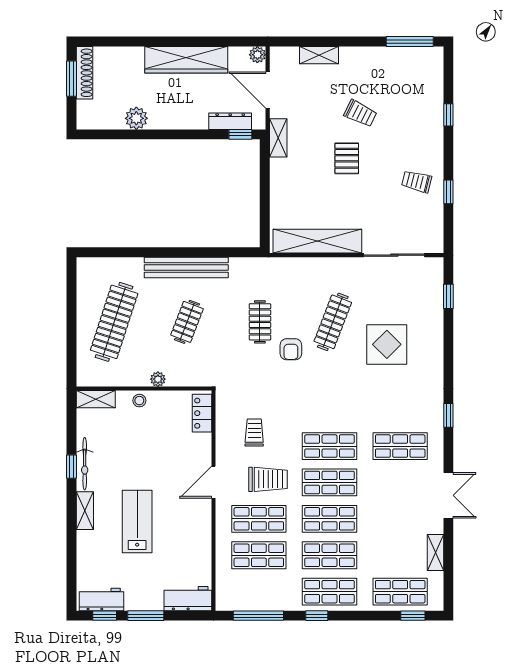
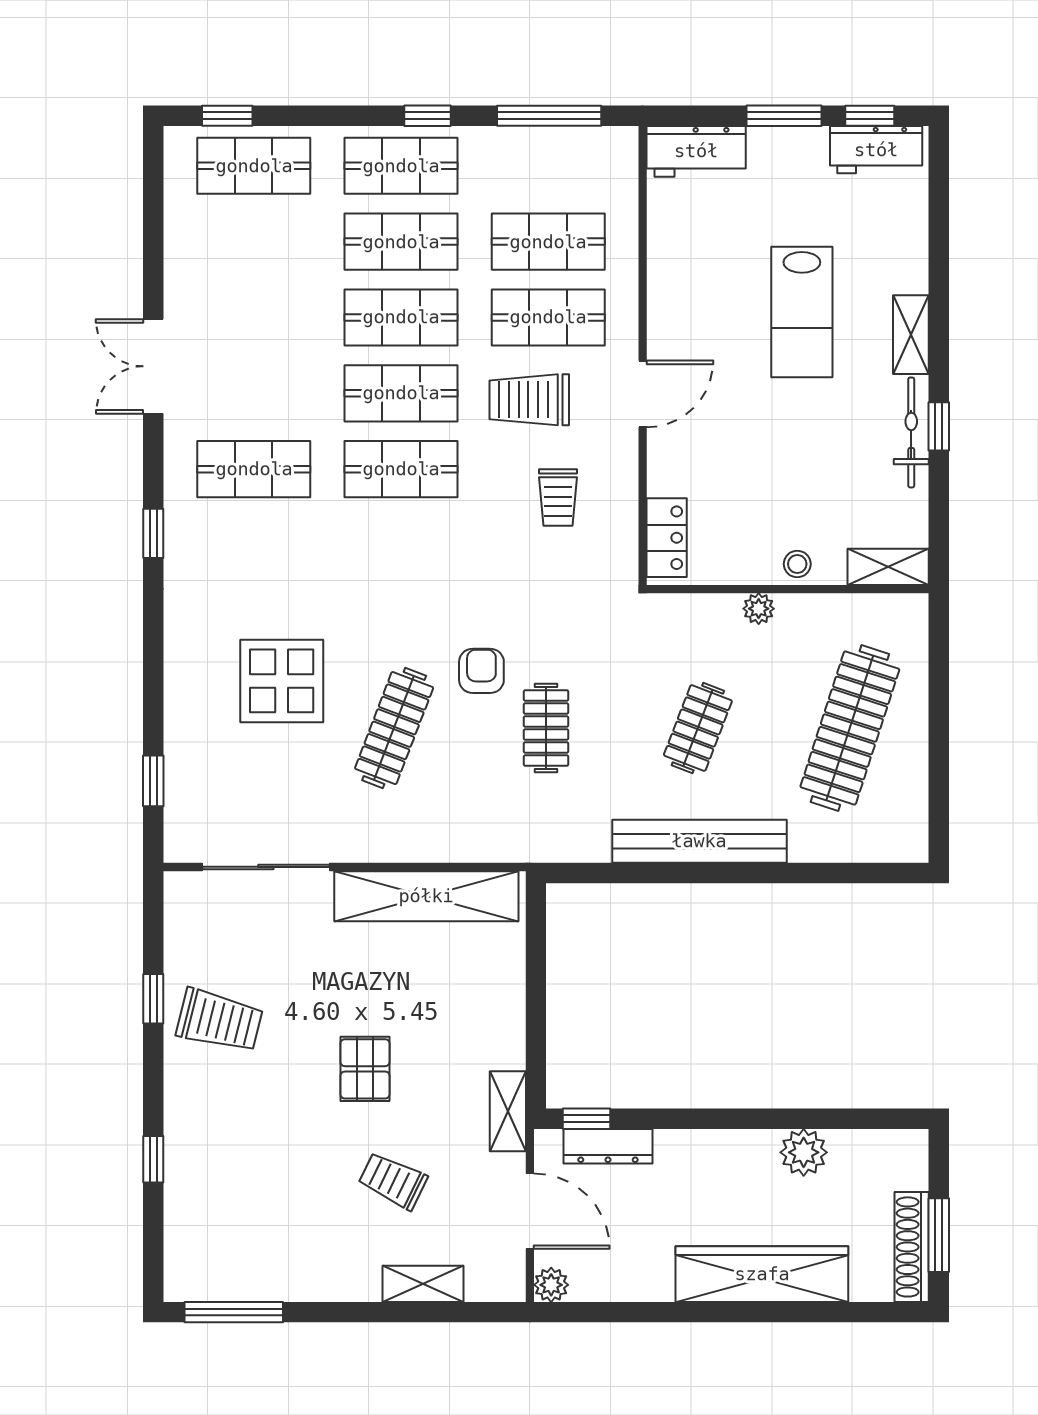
wardrobe: (186, 60) -> (762, 1274), moved
trolley: (360, 113) -> (393, 1181), moved
trolley: (417, 181) -> (220, 1021), width x1.36, depth x1.39
shelving: (435, 552) -> (180, 248), removed

